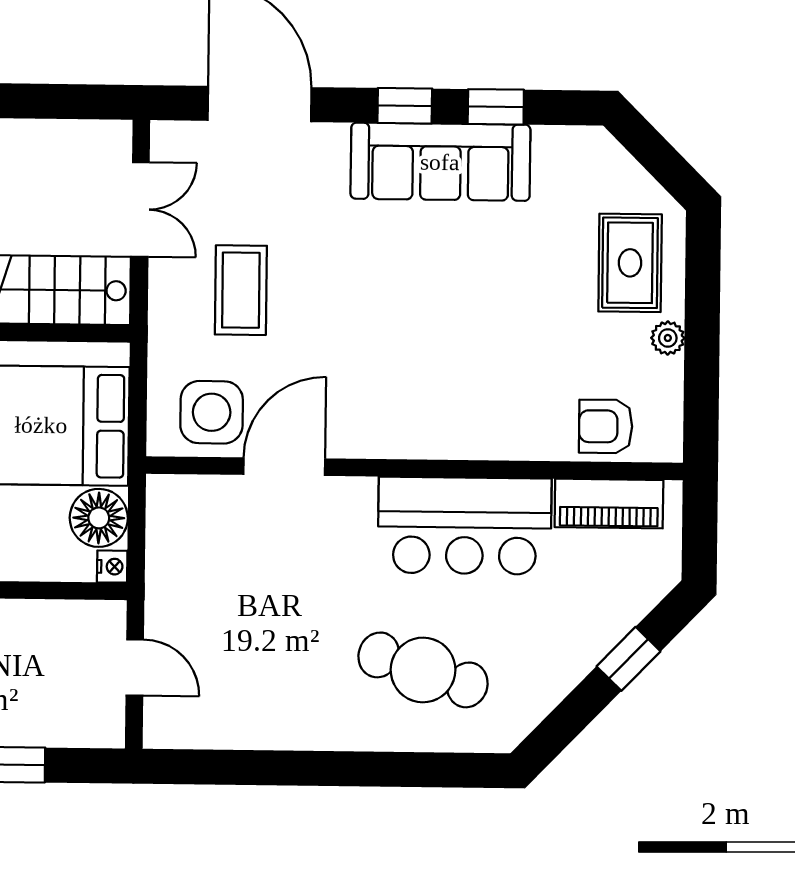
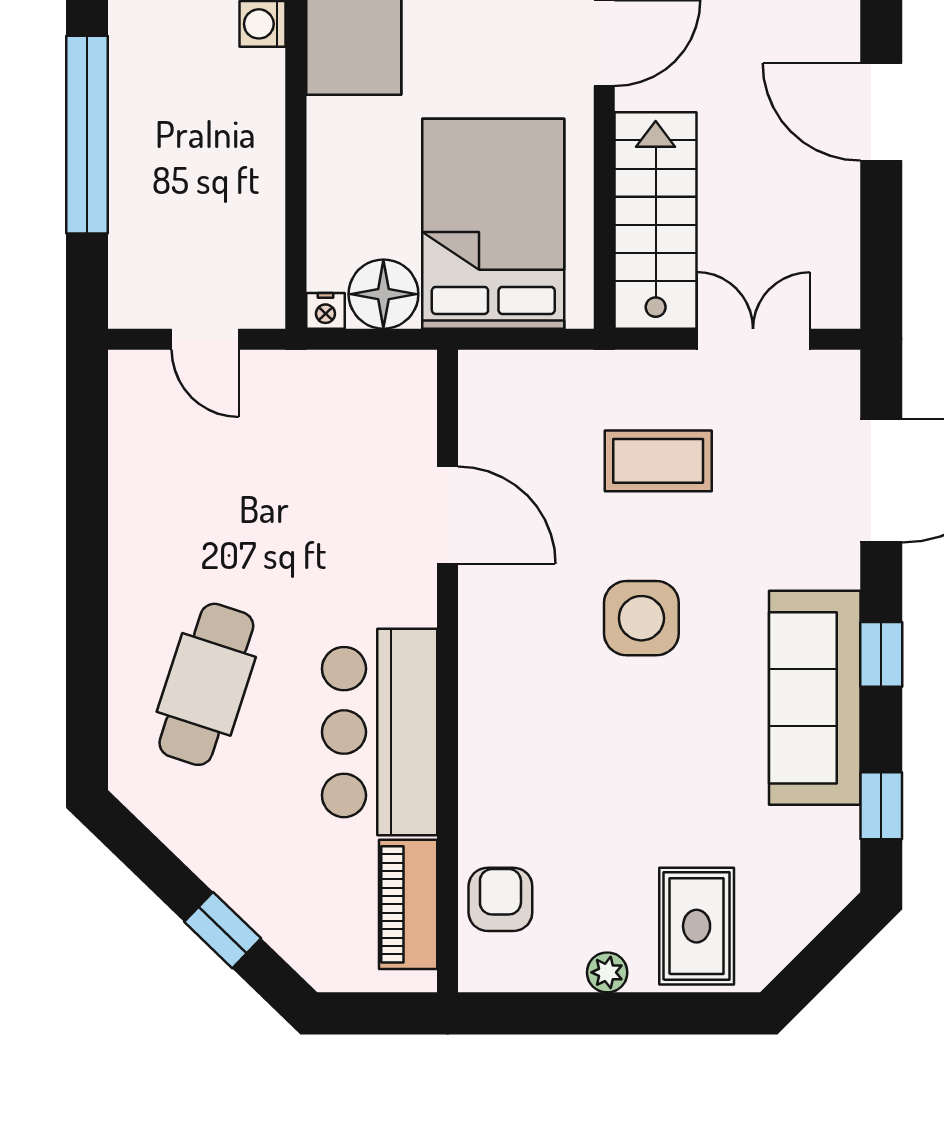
window: (496, 107) -> (881, 806), moved
double door: (140, 210) -> (753, 339), swing flipped
rug: (630, 263) -> (697, 926), turned 90
side table: (212, 412) -> (641, 618), moved
door: (135, 667) -> (205, 339), hinge flipped

